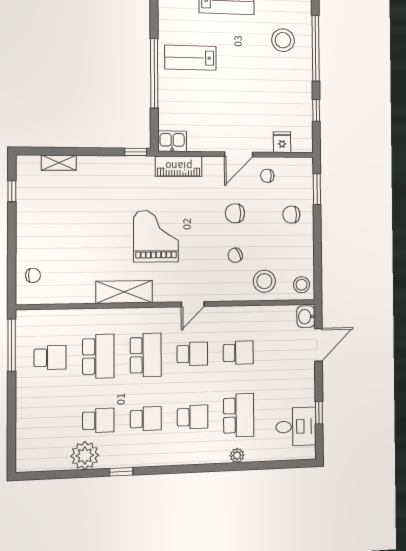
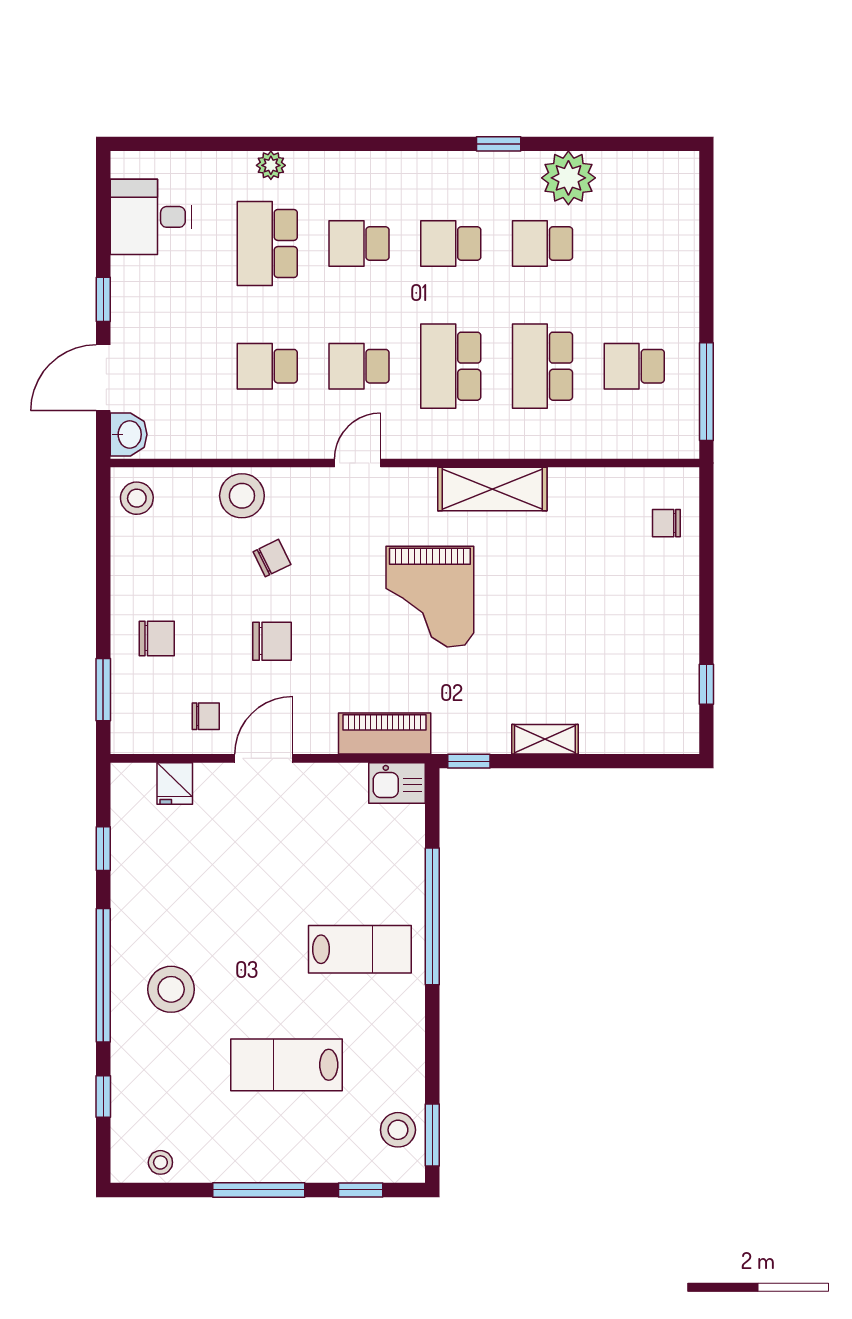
shelving: (59, 163) -> (545, 739), moved
stool: (264, 281) -> (242, 496), moved
window: (319, 413) -> (103, 299), moved

